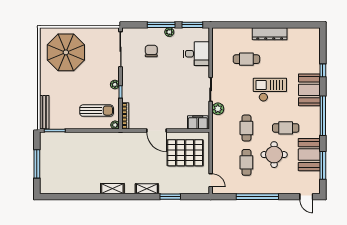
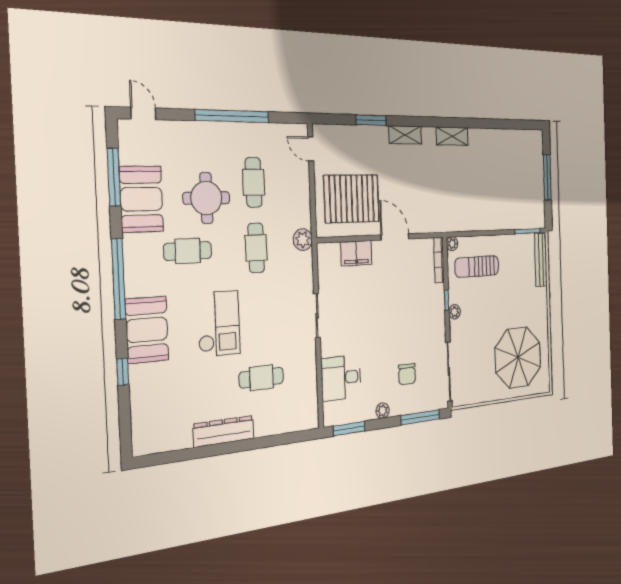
window: (161, 25) -> (420, 417), moved
checkout: (270, 90) -> (219, 324), turned -90
plant: (218, 109) -> (303, 240), moved
filing cabinet: (198, 122) -> (356, 253), moved

